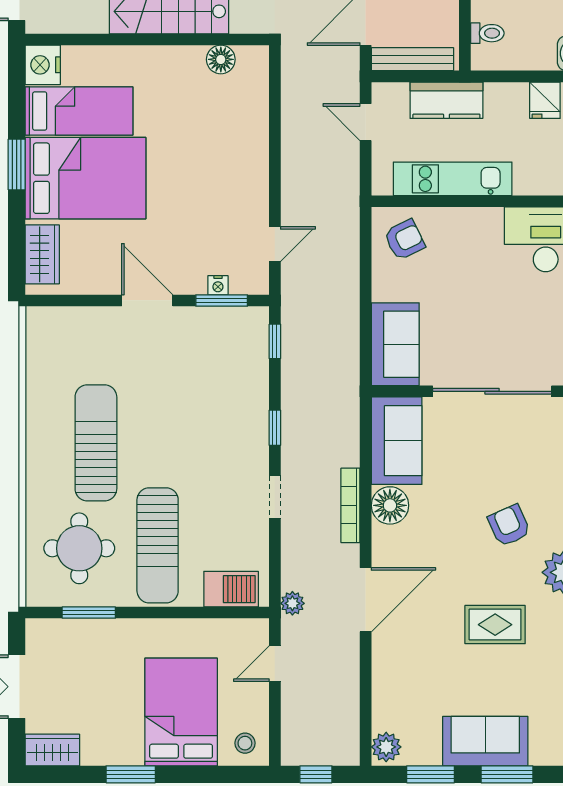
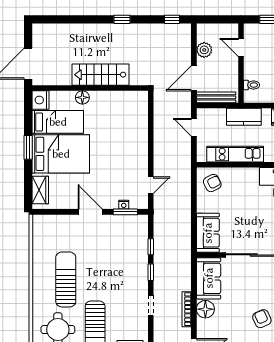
floor lamp: (221, 59) -> (82, 97), moved
kitchen counter: (446, 100) -> (244, 117), moved
window: (275, 341) -> (151, 247), moved

